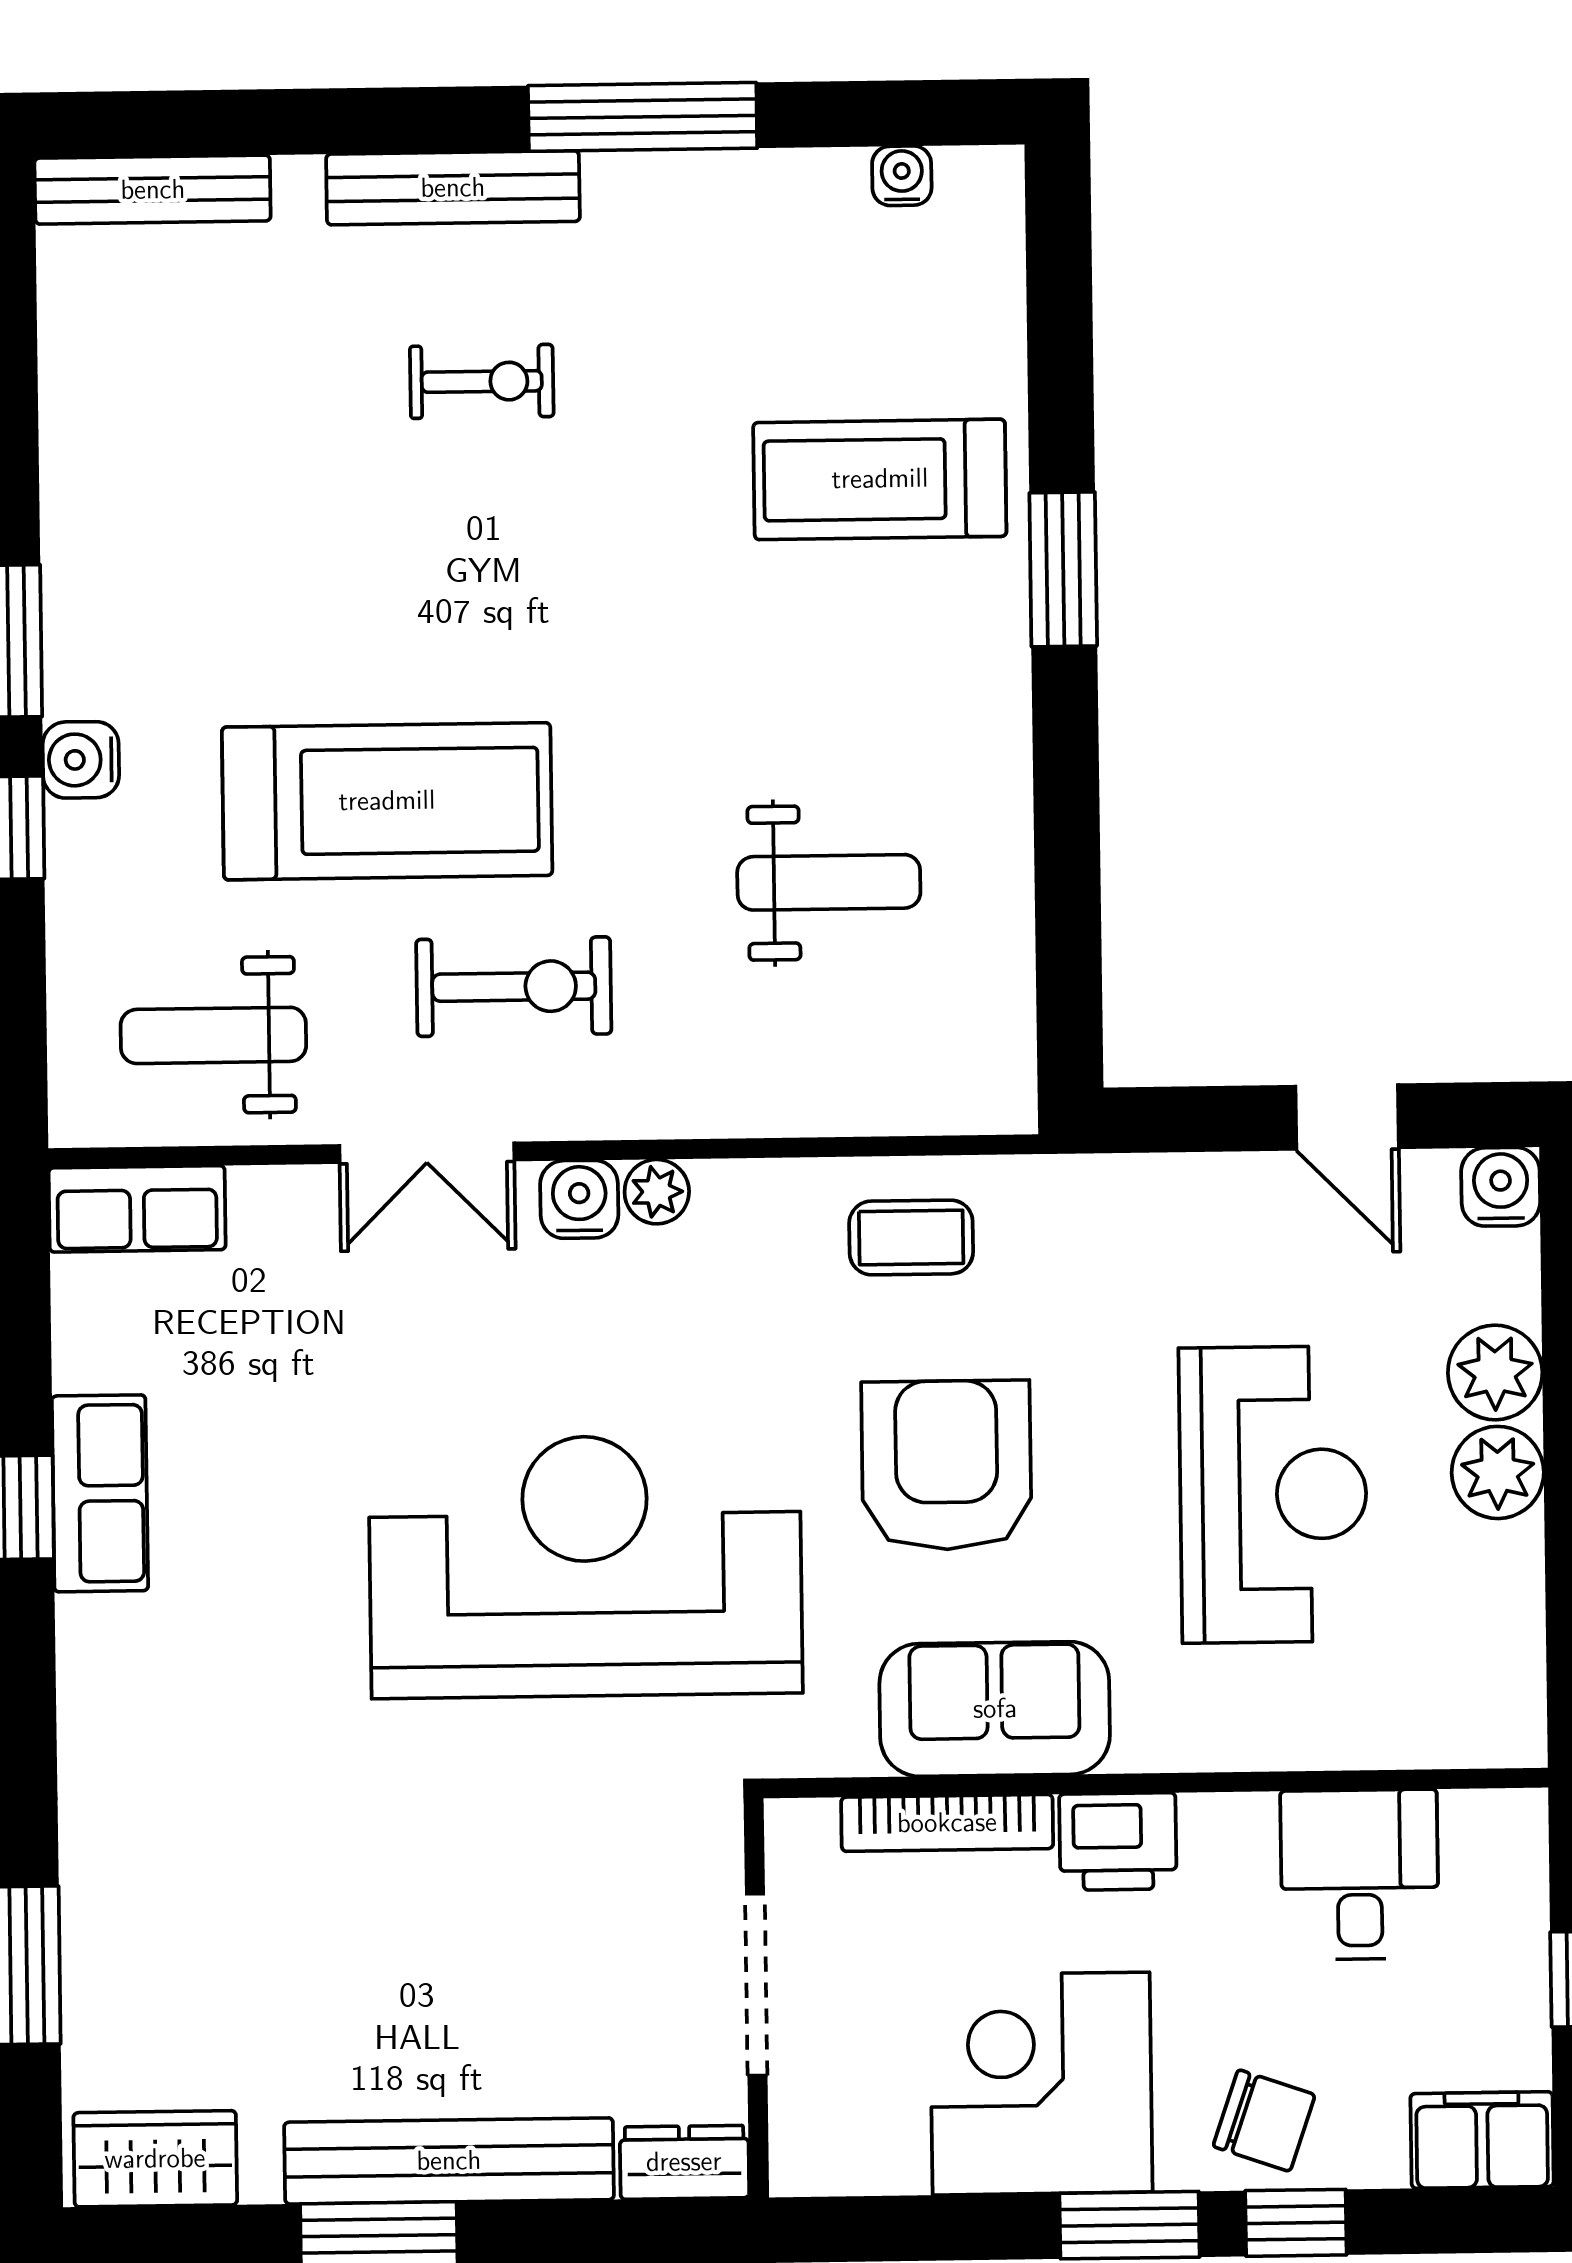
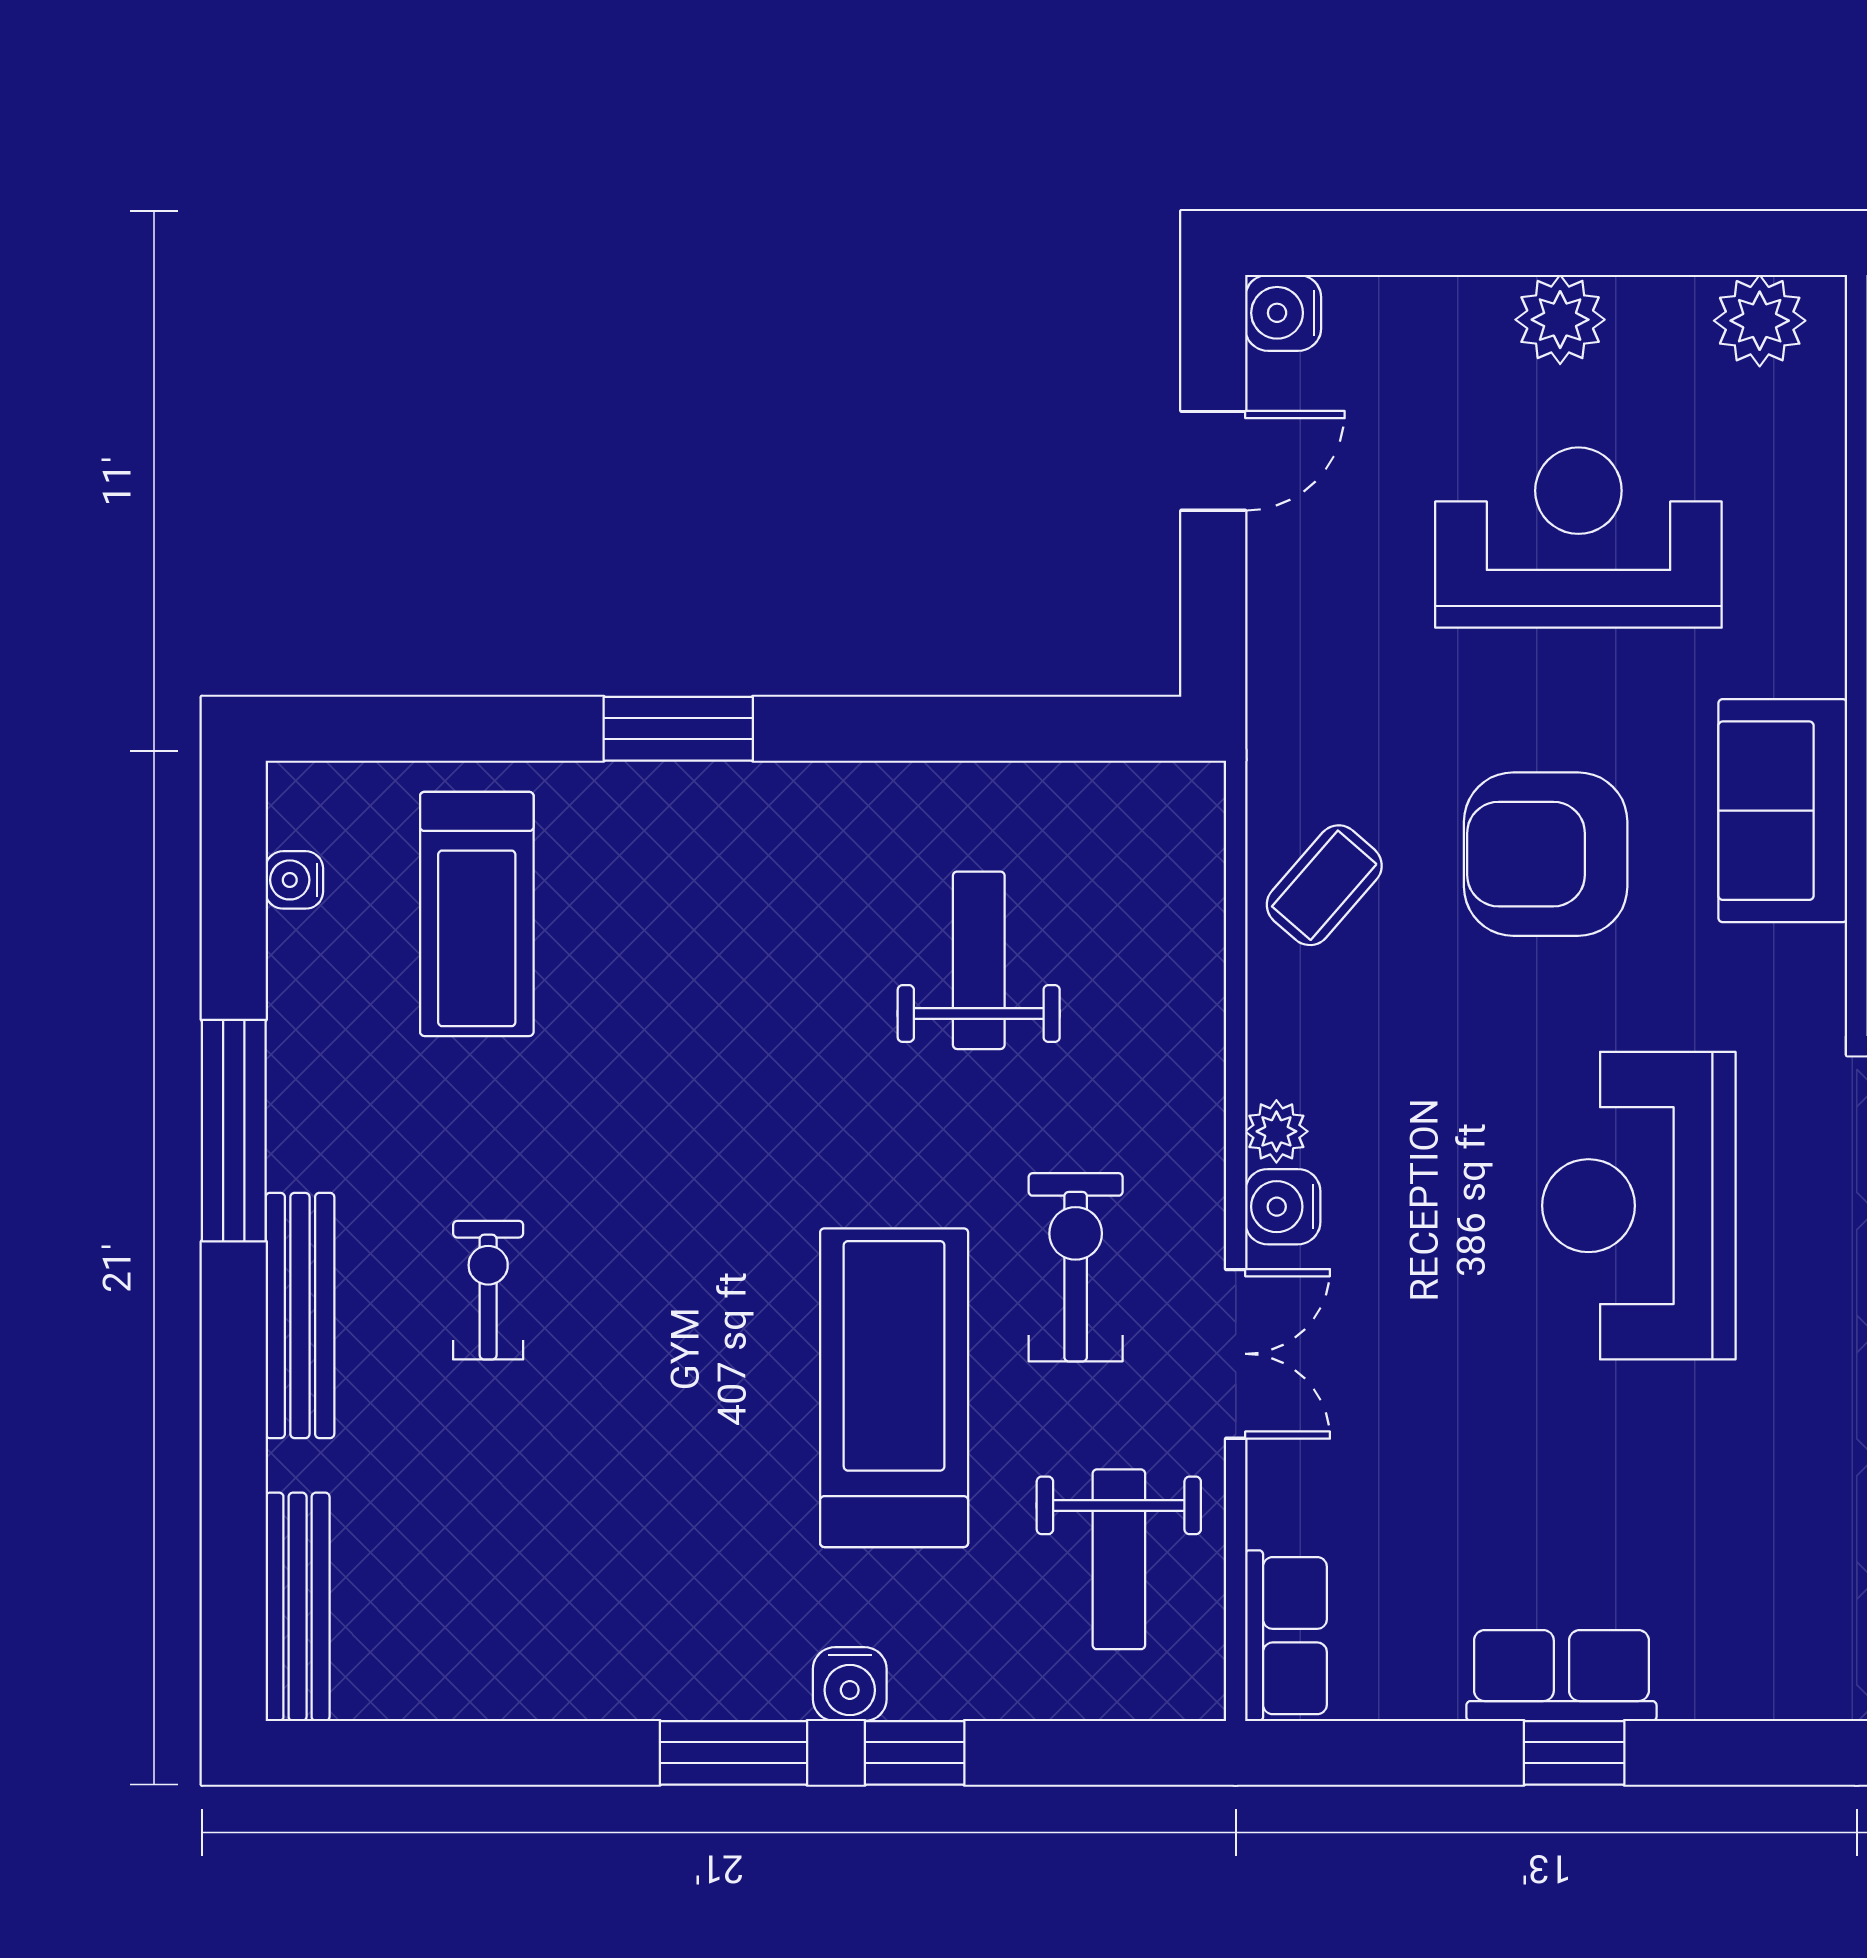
treadmill: (880, 479) -> (477, 914), moved
coffee table: (911, 1237) -> (1324, 885), turned 41
plant: (1495, 1372) -> (1760, 321), moved
reception desk: (585, 1566) -> (1639, 1206), width x0.74, depth x0.77

